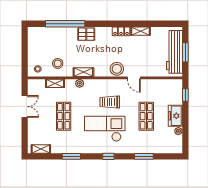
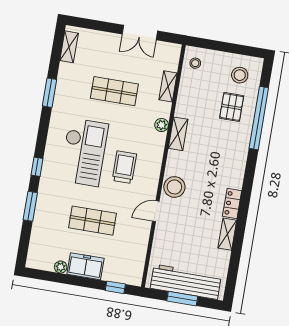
pallet: (86, 34) -> (232, 107), moved
stool: (58, 63) -> (240, 75), moved
window: (108, 156) -> (37, 167), moved

